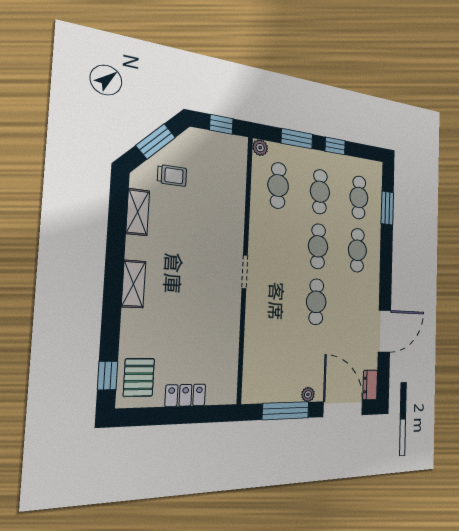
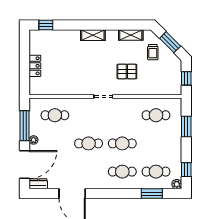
window: (335, 146) -> (186, 170), moved
plant: (260, 148) -> (177, 184), moved
cafe table: (320, 192) -> (55, 115), moved
pallet: (139, 377) -> (127, 71), moved

